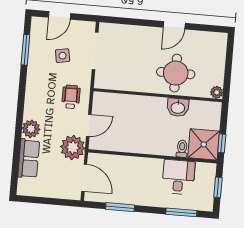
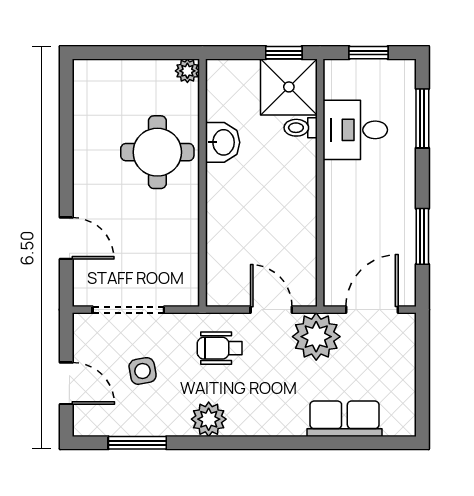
door: (174, 25) -> (66, 238), moved
plant: (31, 129) -> (209, 419), moved

